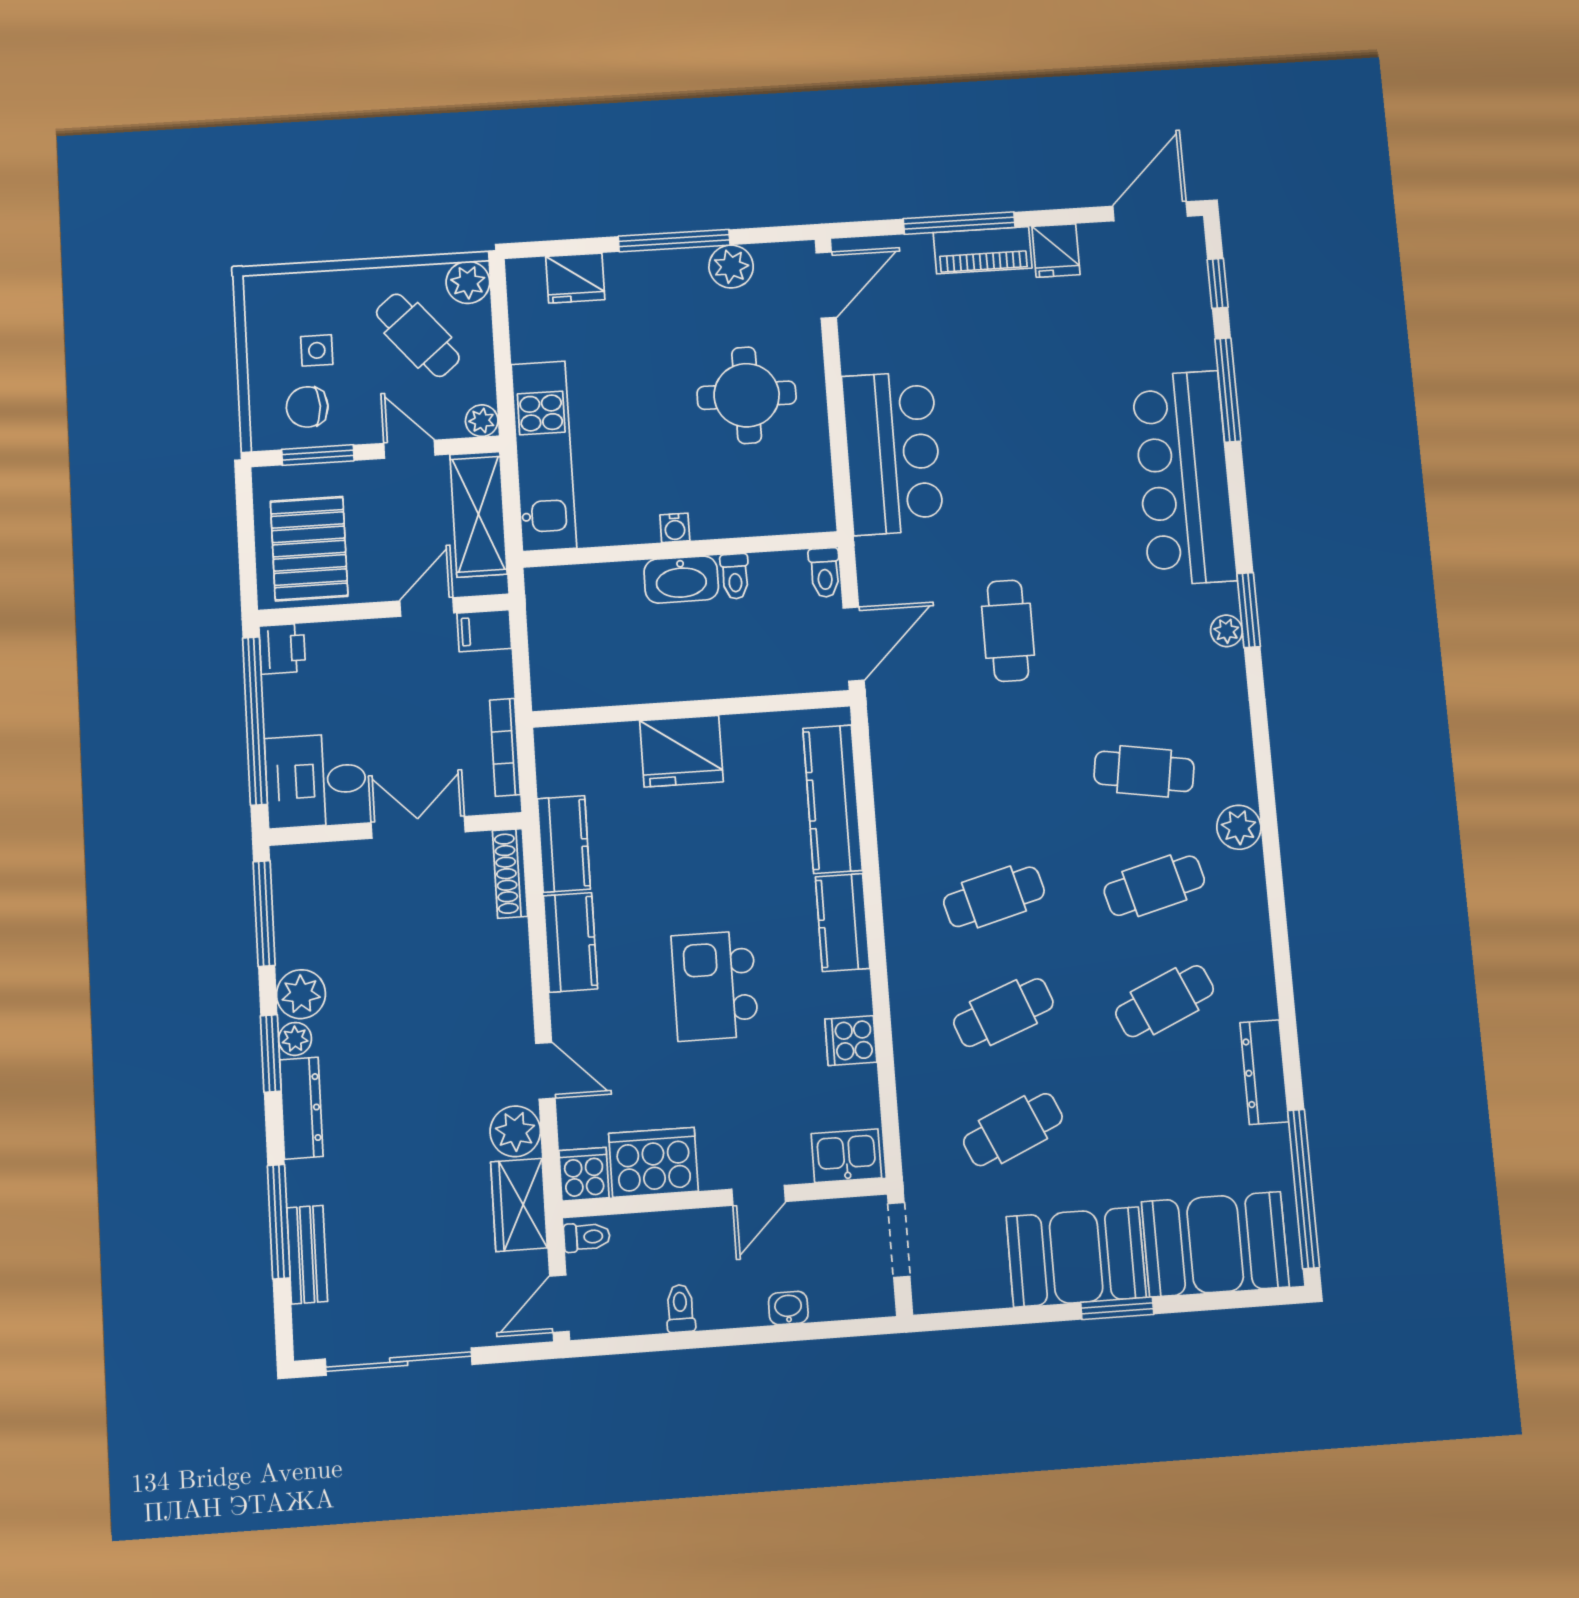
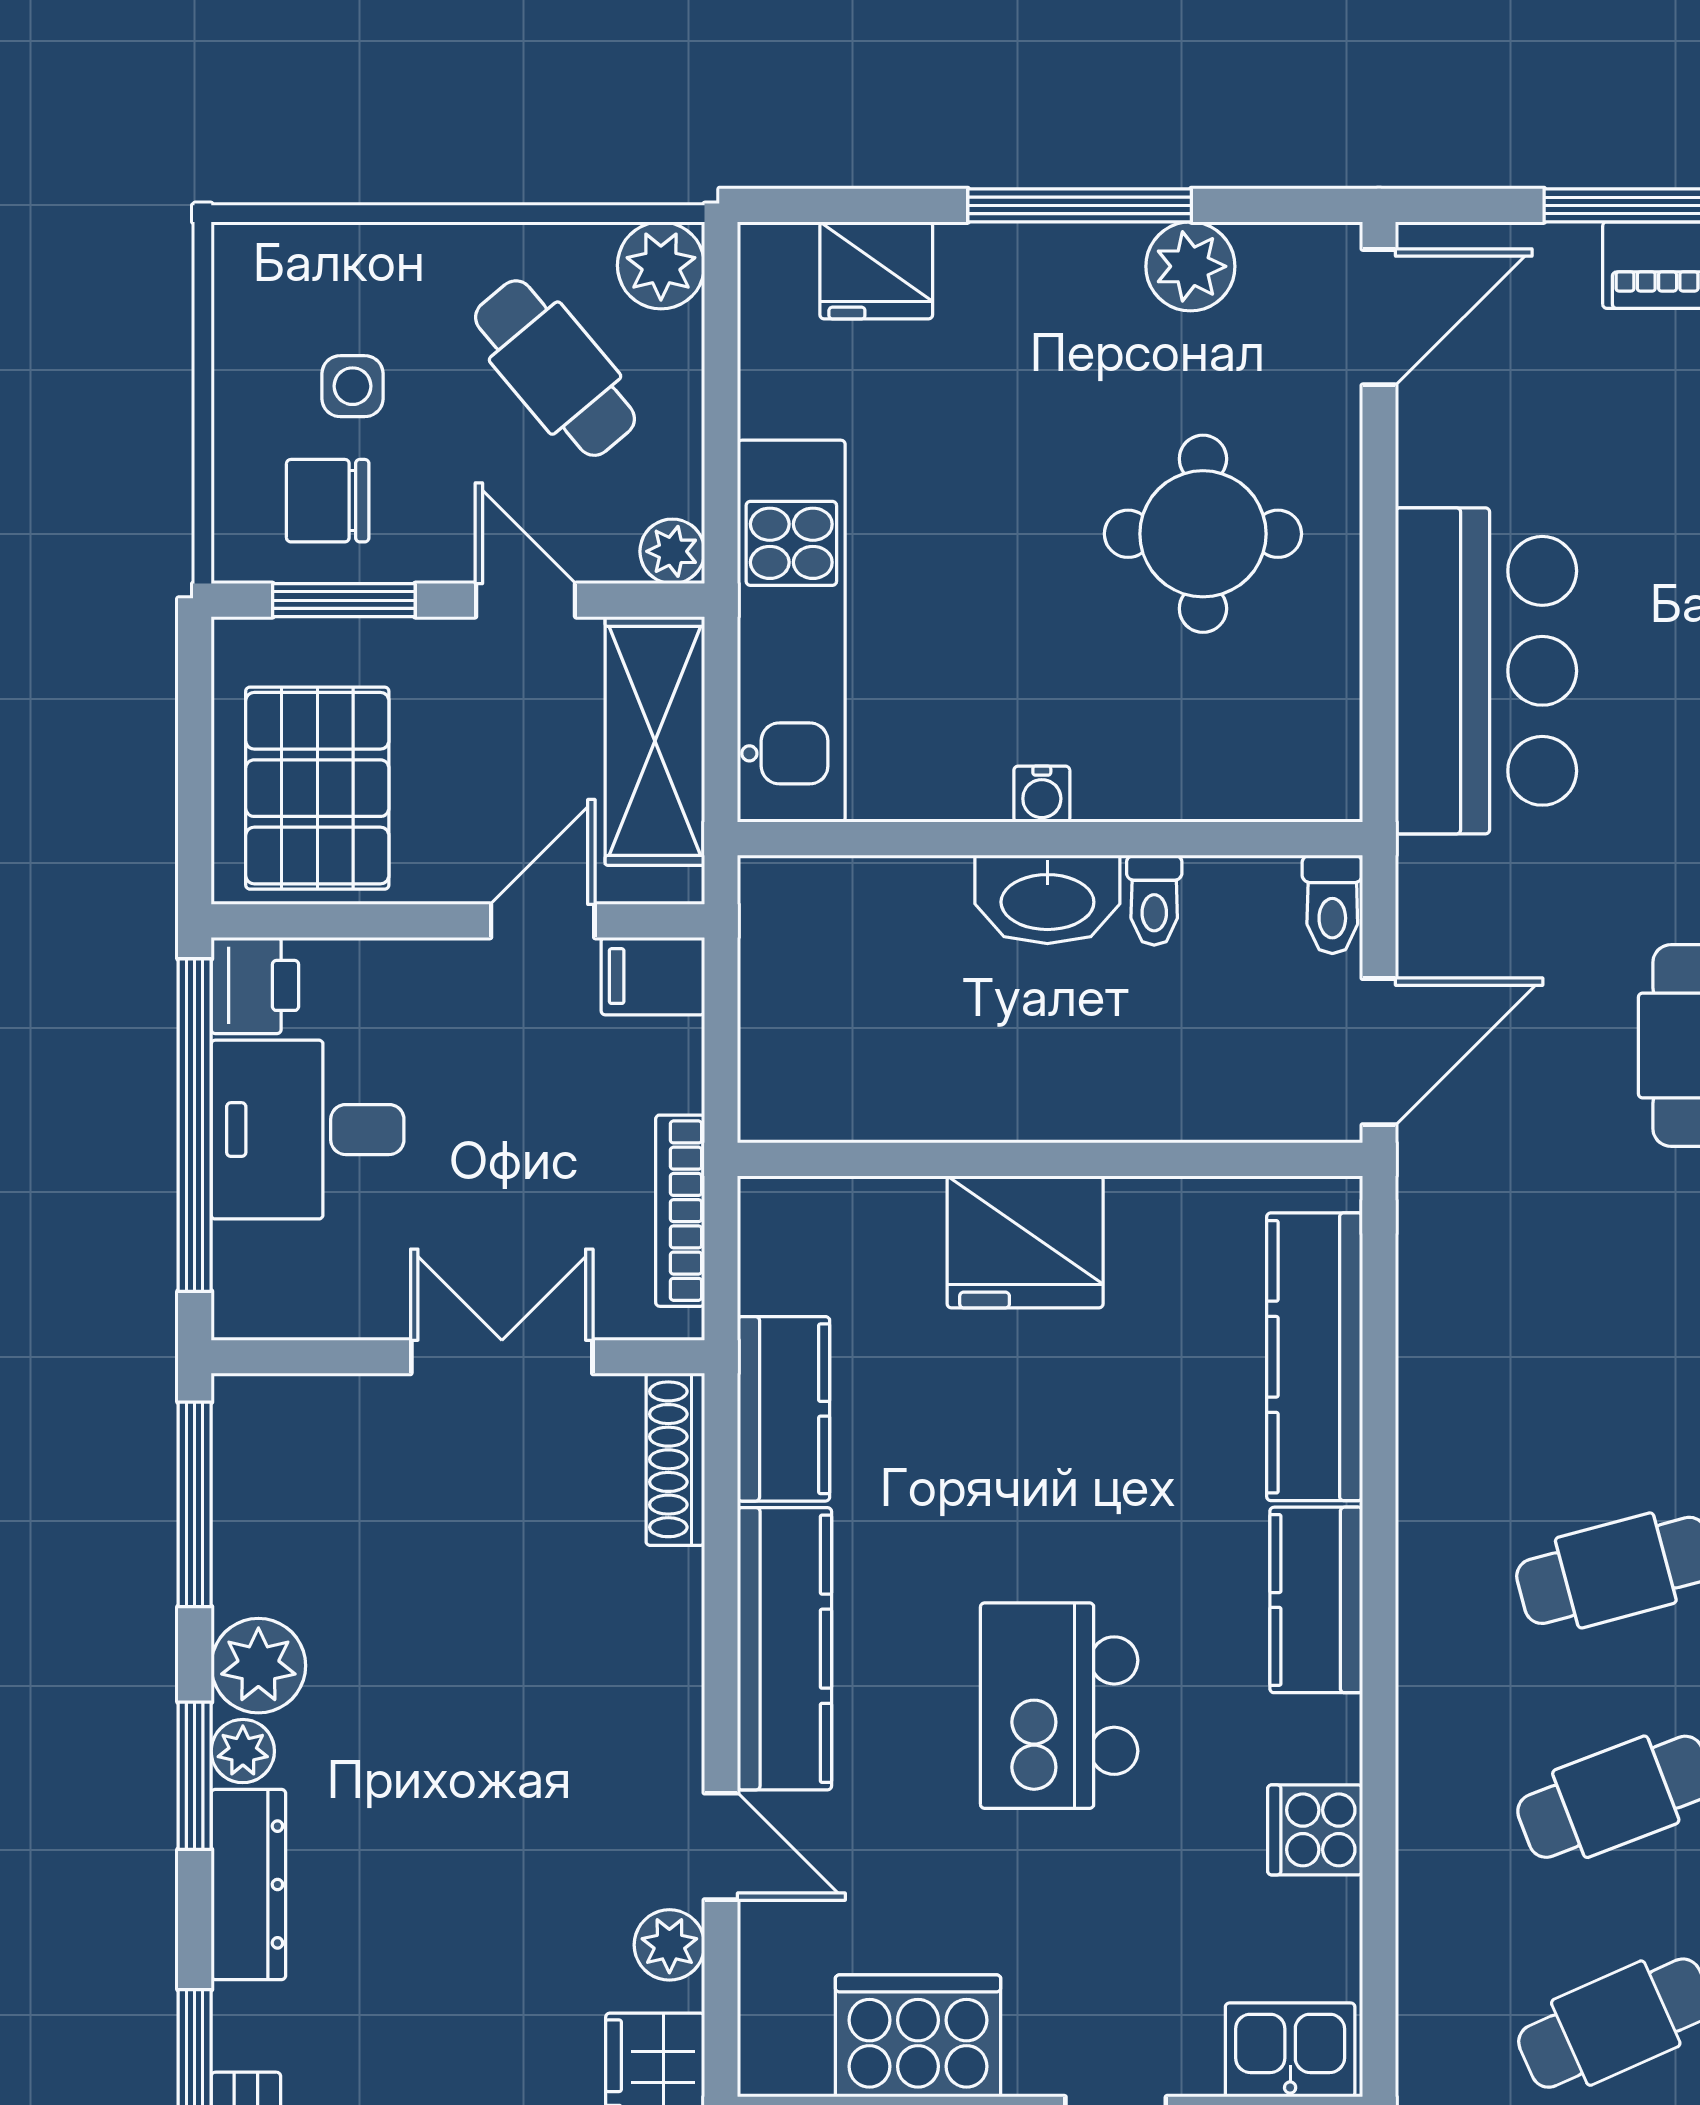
desk: (316, 780) -> (308, 1130), moved
kitchen counter: (570, 942) -> (785, 1649), width x1.50
plant: (515, 1131) -> (669, 1945), width x0.73, depth x0.73
cooker: (584, 1174) -> (783, 2049), removed

